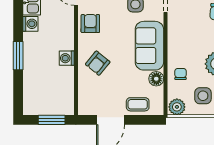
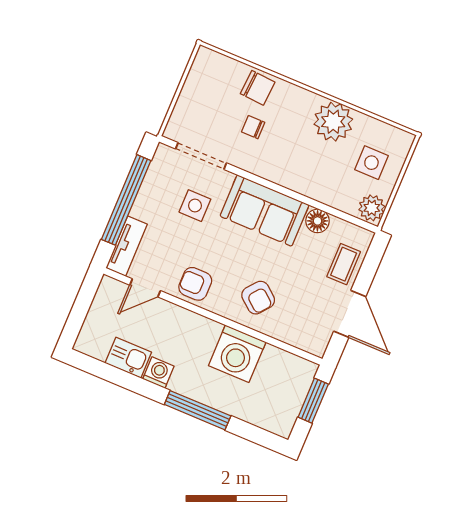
window: (18, 56) -> (198, 410), width x1.44
washing machine: (67, 58) -> (237, 354), width x1.89, depth x1.89
chair: (181, 74) -> (253, 127), moved

